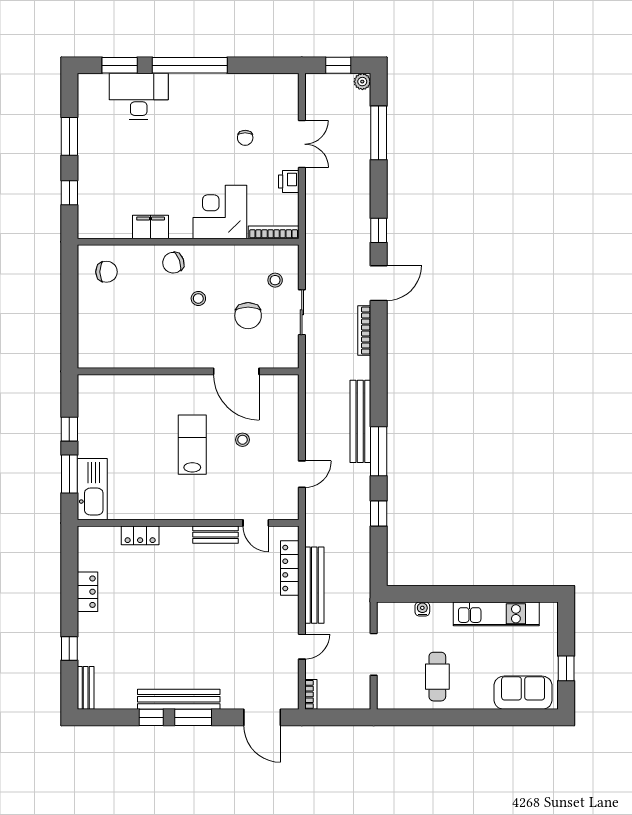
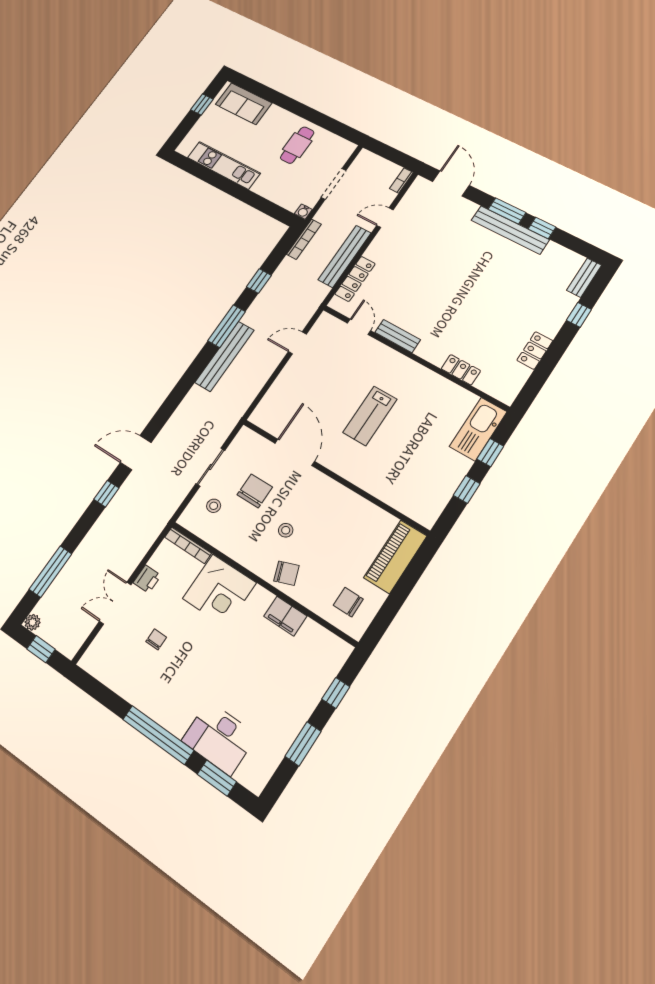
bookcase: (364, 331) -> (304, 239), moved
piano: (92, 334) -> (395, 557), added
stool: (242, 440) -> (326, 396), removed
window: (69, 474) -> (490, 453), width x0.67
water cooler: (422, 609) -> (303, 212), moved

